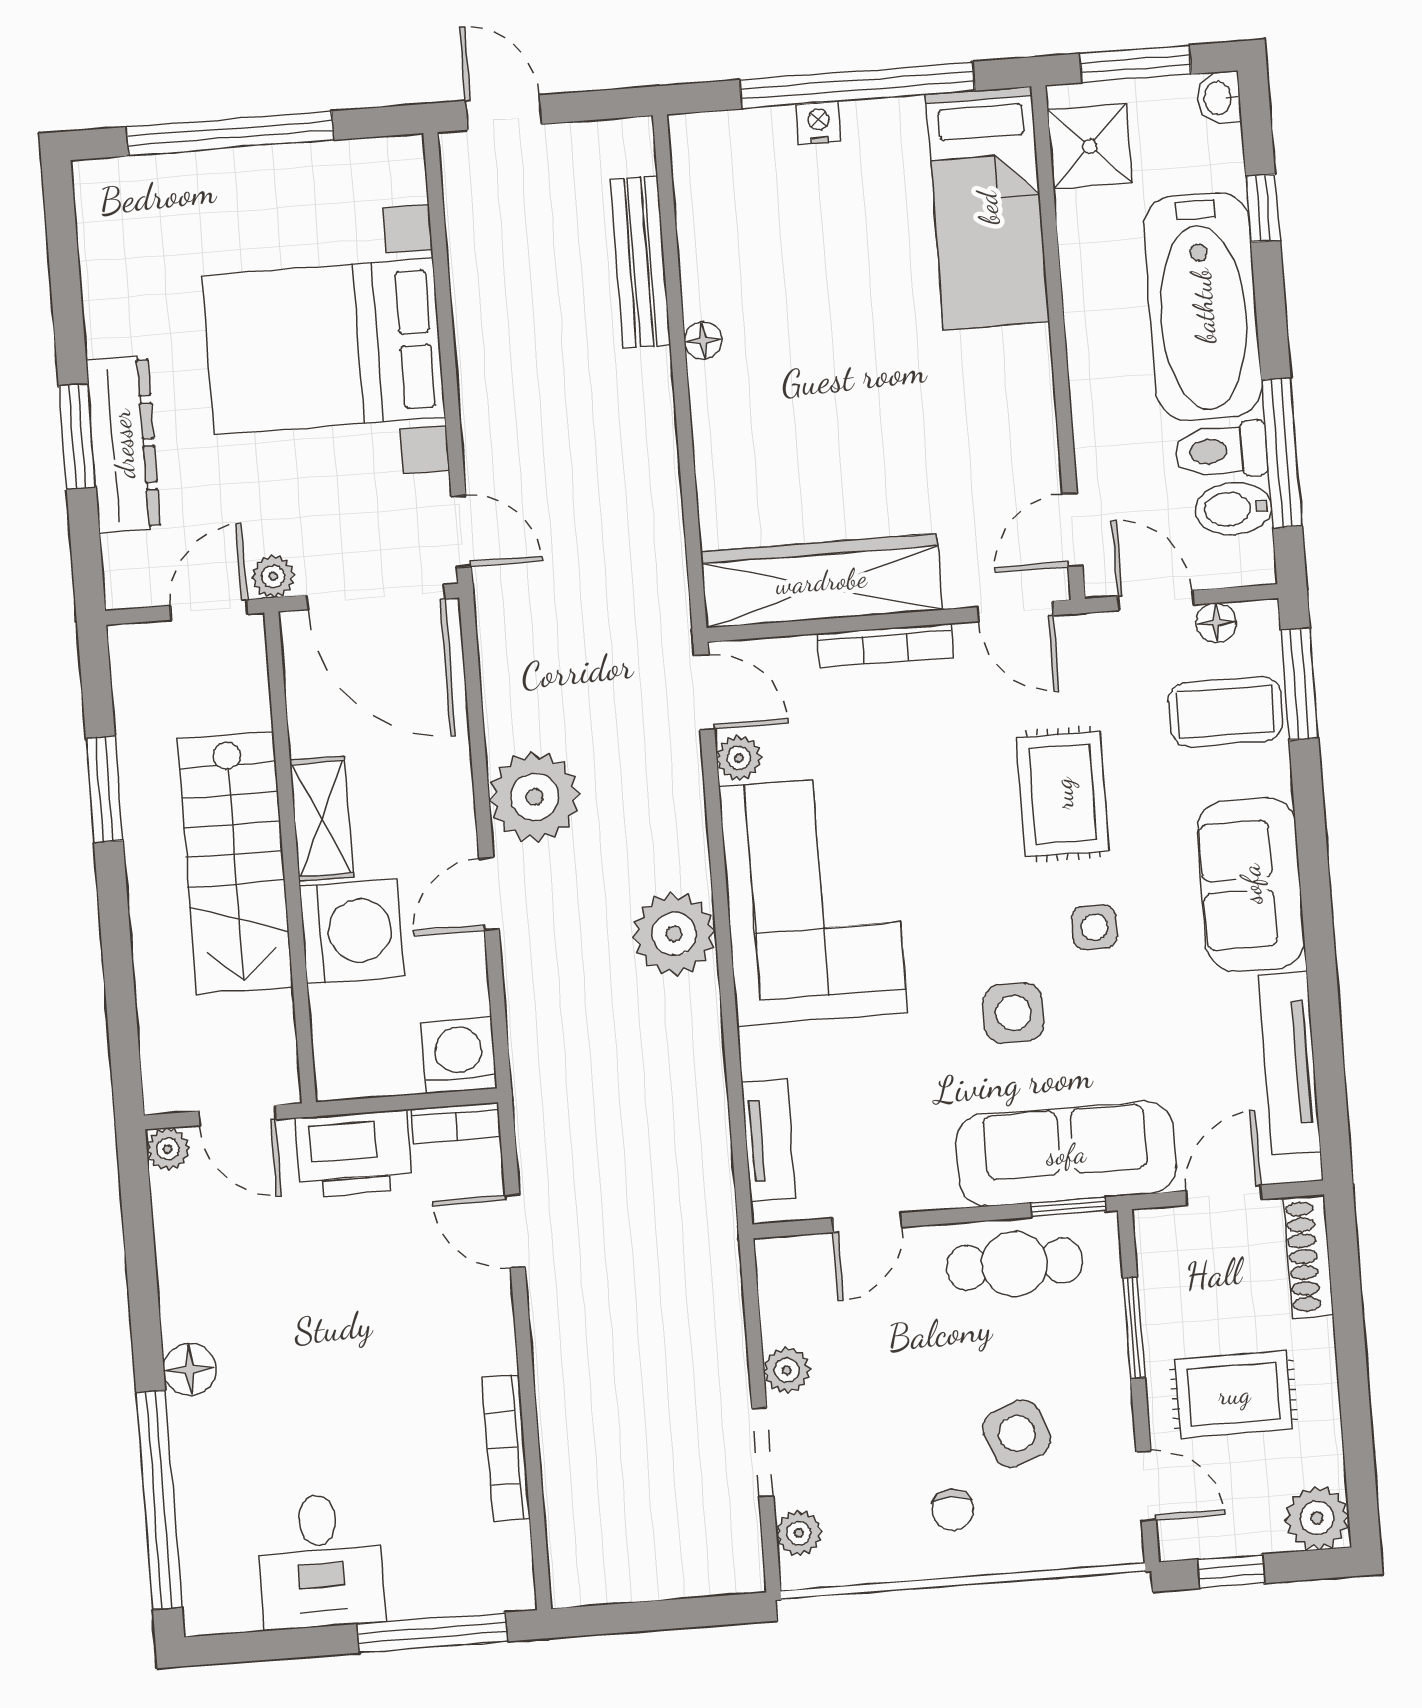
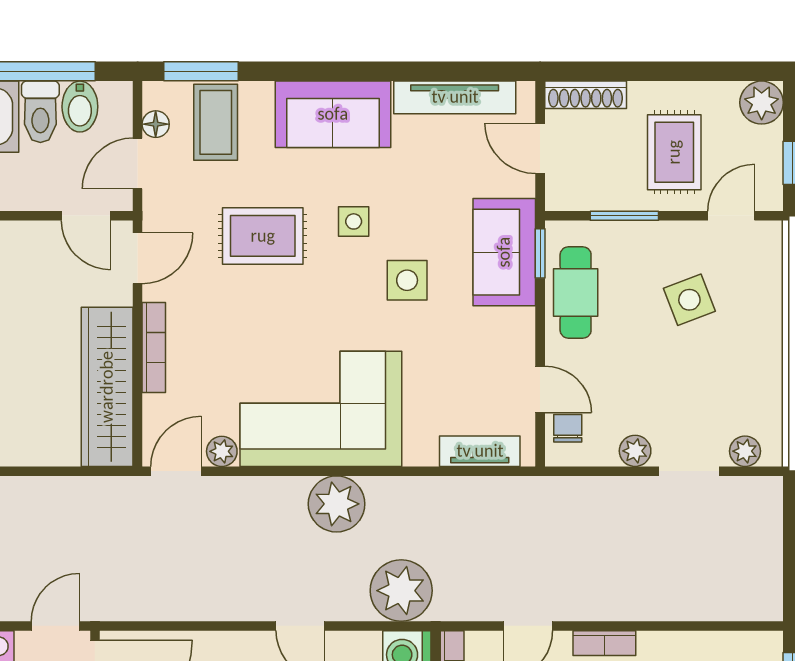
plant: (534, 797) -> (401, 591), moved
sofa: (1066, 1154) -> (504, 252), width x0.73
bookcase: (506, 1448) -> (604, 643), moved, width x0.64
chair: (953, 1510) -> (568, 428), moved, turned -90

